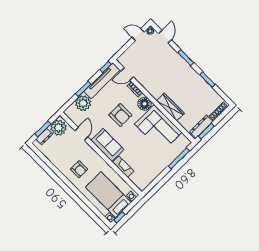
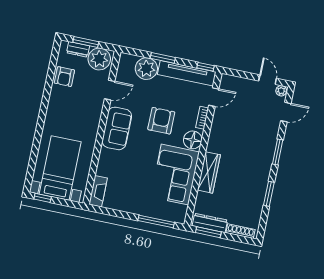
door: (127, 74) -> (214, 97), swing flipped
armchair: (120, 115) -> (161, 121), turned 180
fireplace: (123, 167) -> (98, 191), moved
armchair: (79, 169) -> (64, 77), moved

